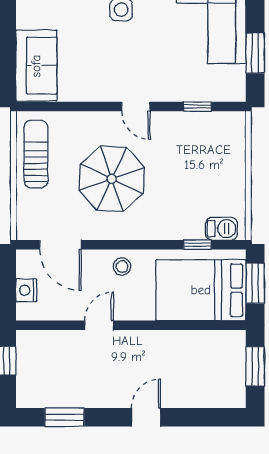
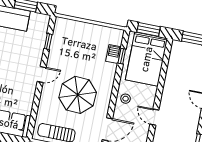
barbecue: (221, 229) -> (113, 54), moved

